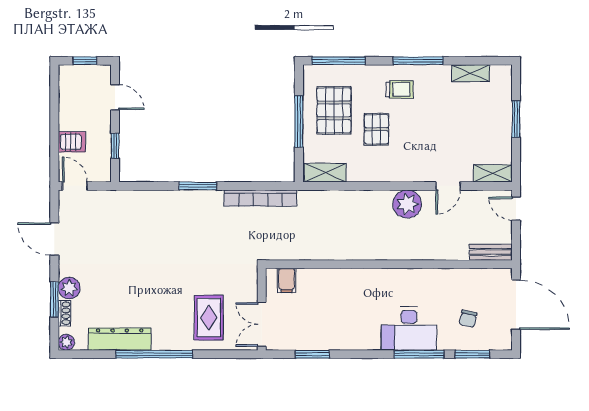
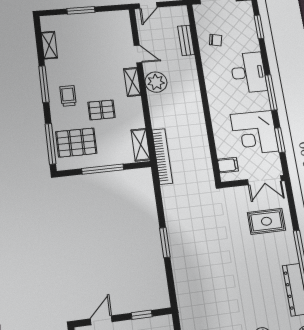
pallet: (334, 110) -> (76, 143), moved
shelving: (493, 173) -> (132, 82), moved
bookcase: (260, 198) -> (162, 156), moved
bench: (491, 252) -> (186, 40), moved
chair: (468, 319) -> (216, 40), moved
corner desk: (326, 322) -> (254, 133), added
window: (419, 354) -> (271, 92), moved

